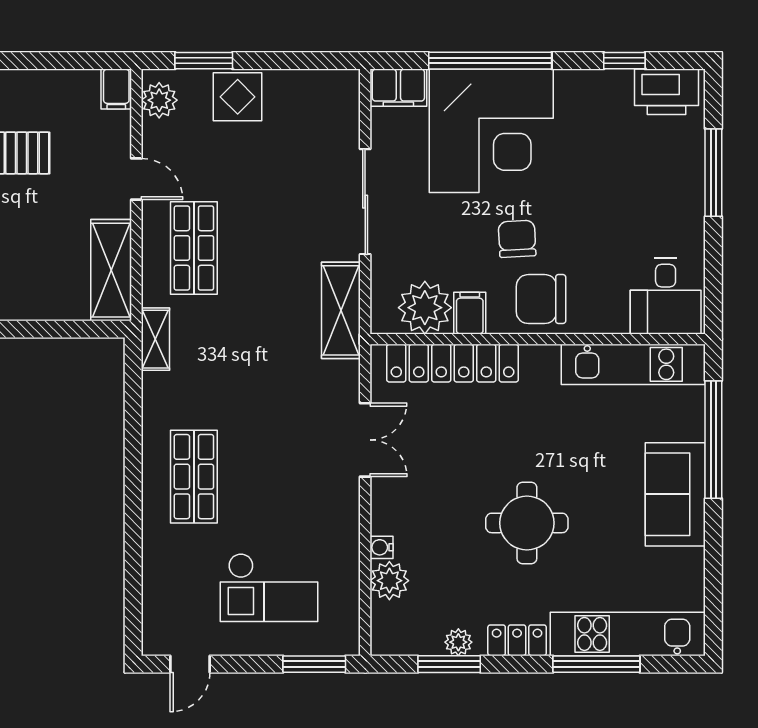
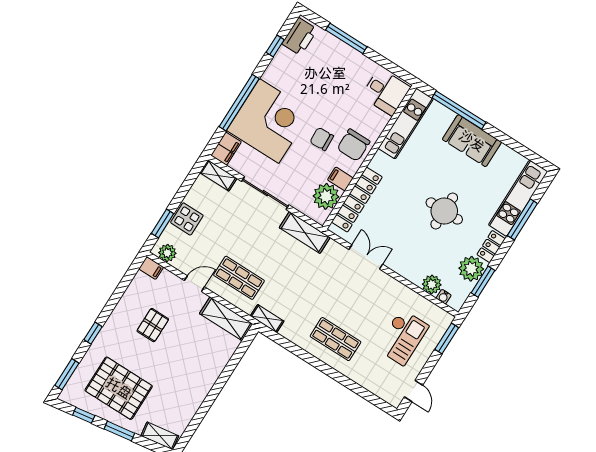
shelving: (345, 103) -> (218, 175), added
water cooler: (381, 547) -> (444, 297), moved
plant: (458, 642) -> (471, 269), width x1.87, depth x1.87

